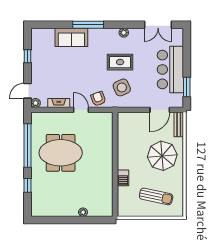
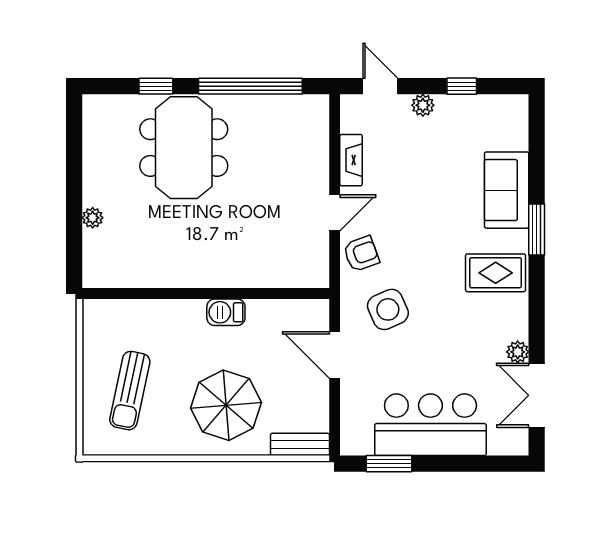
window: (88, 25) -> (537, 229), width x0.69
plant: (124, 33) -> (518, 352), moved
rug: (120, 62) -> (496, 273), moved, turned 90
plant: (36, 103) -> (423, 105), moved
door: (160, 110) -> (335, 355), moved
meeting table: (61, 153) -> (184, 148), moved
barbecue: (123, 178) -> (226, 312), moved

